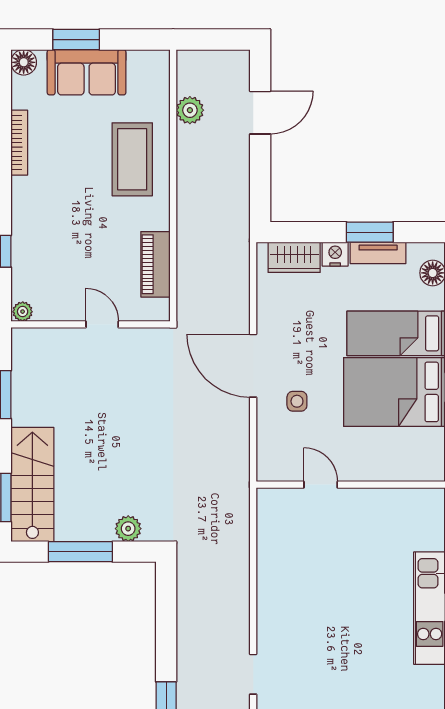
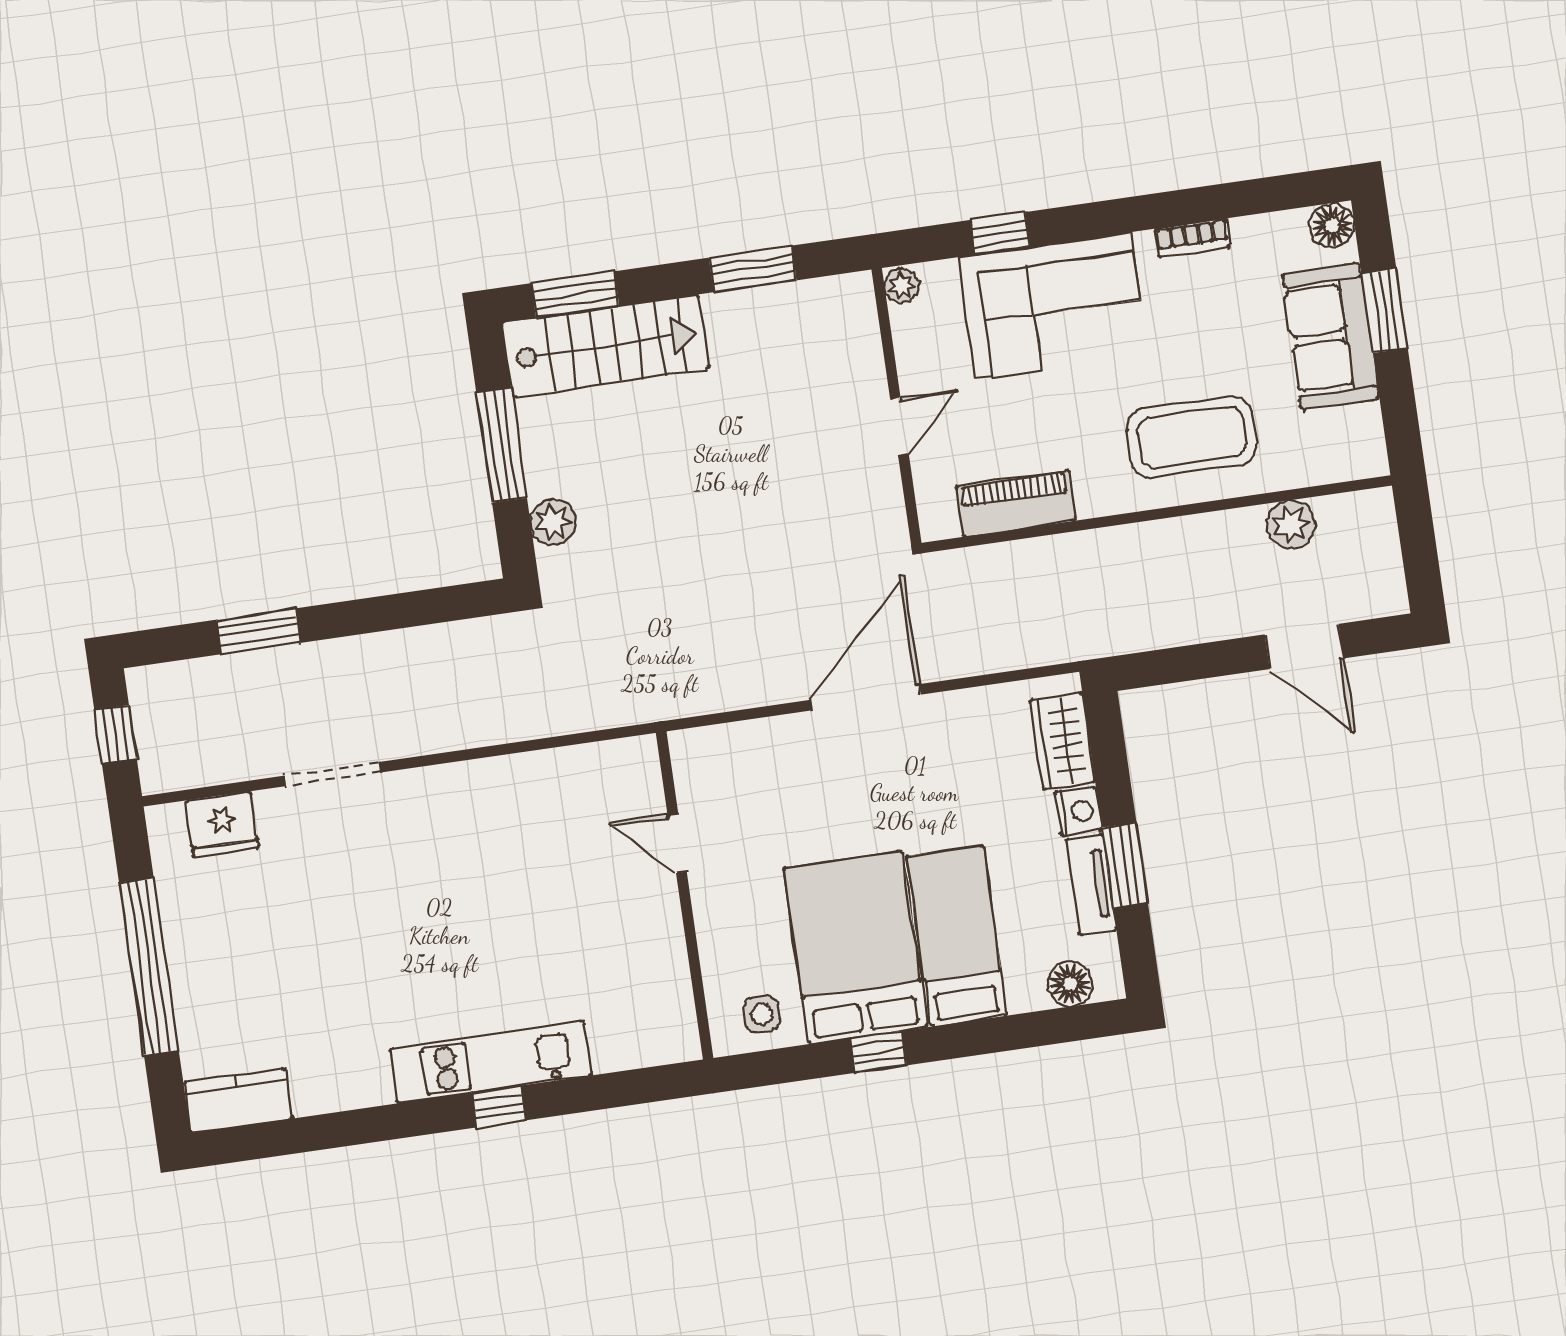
bookcase: (19, 143) -> (1192, 238), width x0.64
corner sofa: (47, 227) -> (1053, 306), added
side table: (297, 401) -> (762, 1014), moved
door: (321, 485) -> (677, 843), swing flipped
doorway: (253, 674) -> (333, 774), width x1.38

